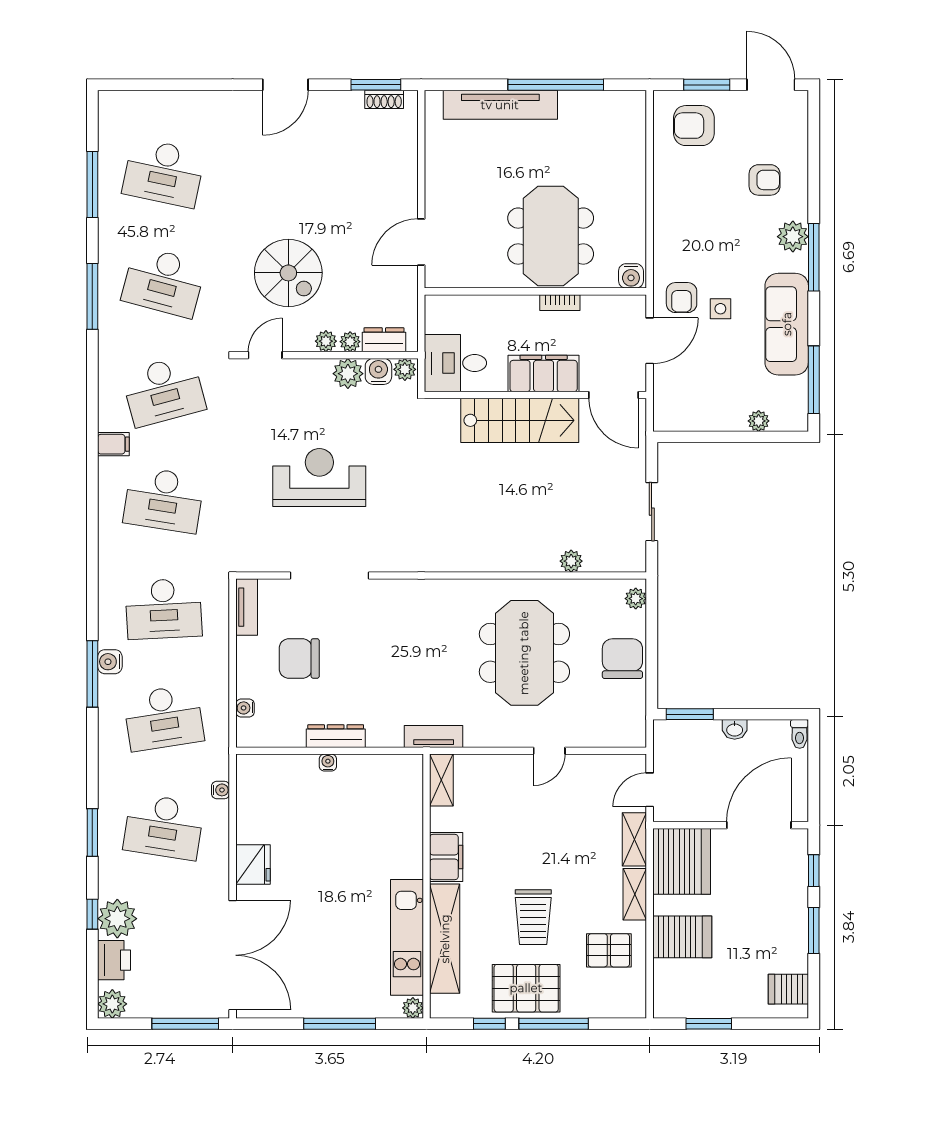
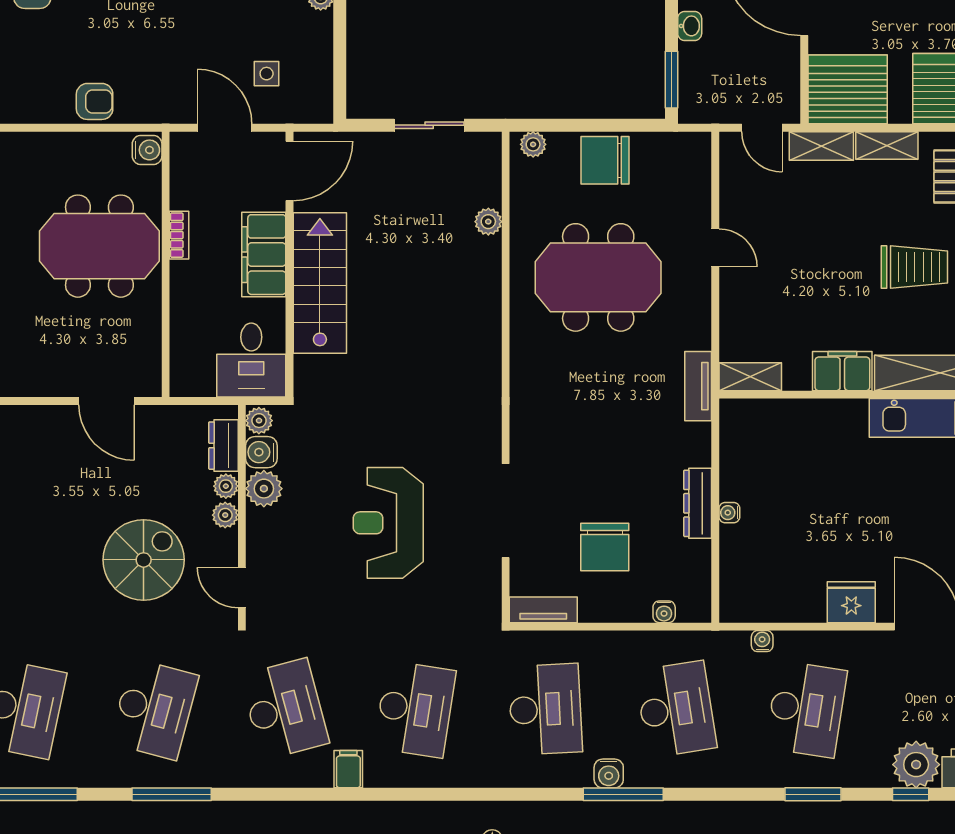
armchair: (682, 298) -> (95, 101), moved
side table: (720, 309) -> (267, 74), moved

